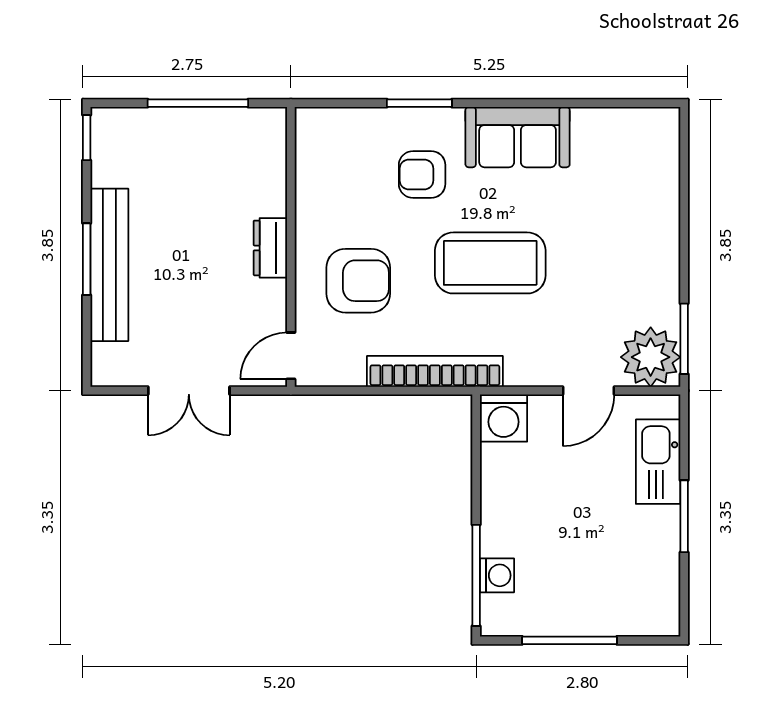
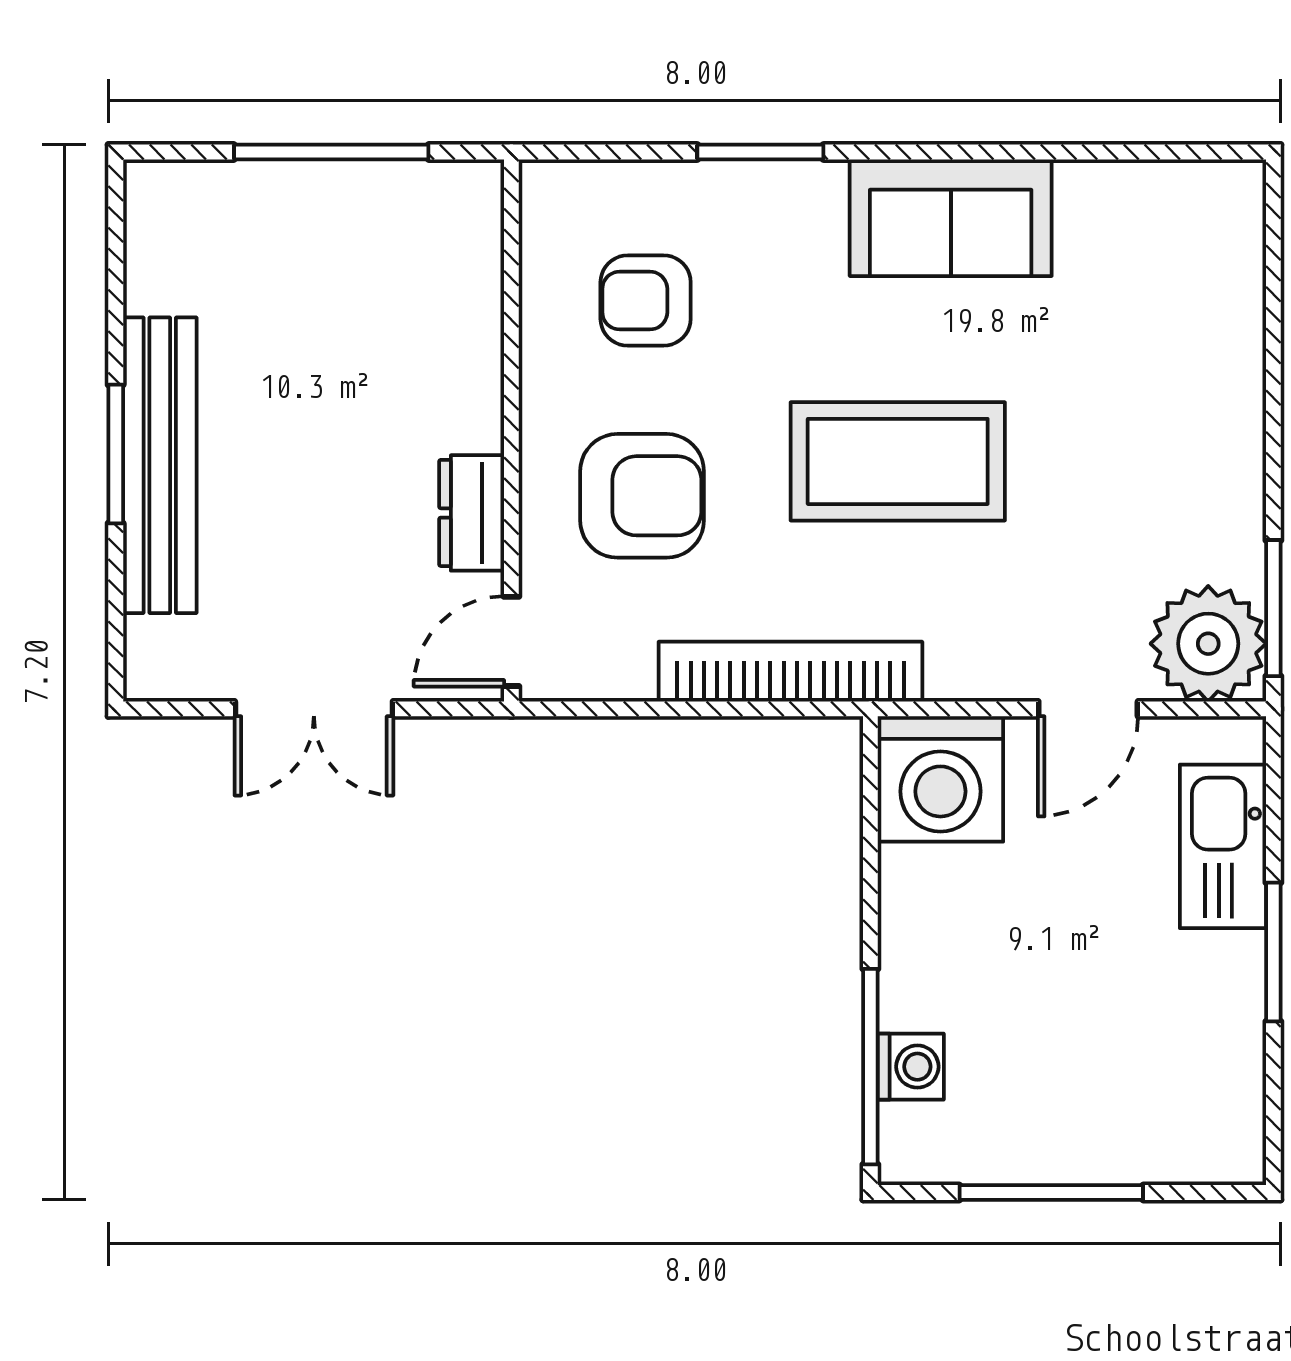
window: (87, 138) -> (116, 219), removed
armchair: (422, 174) -> (646, 301), moved
dresser: (270, 248) -> (472, 513), moved
washing machine: (504, 418) -> (940, 779), width x1.37, depth x1.37

